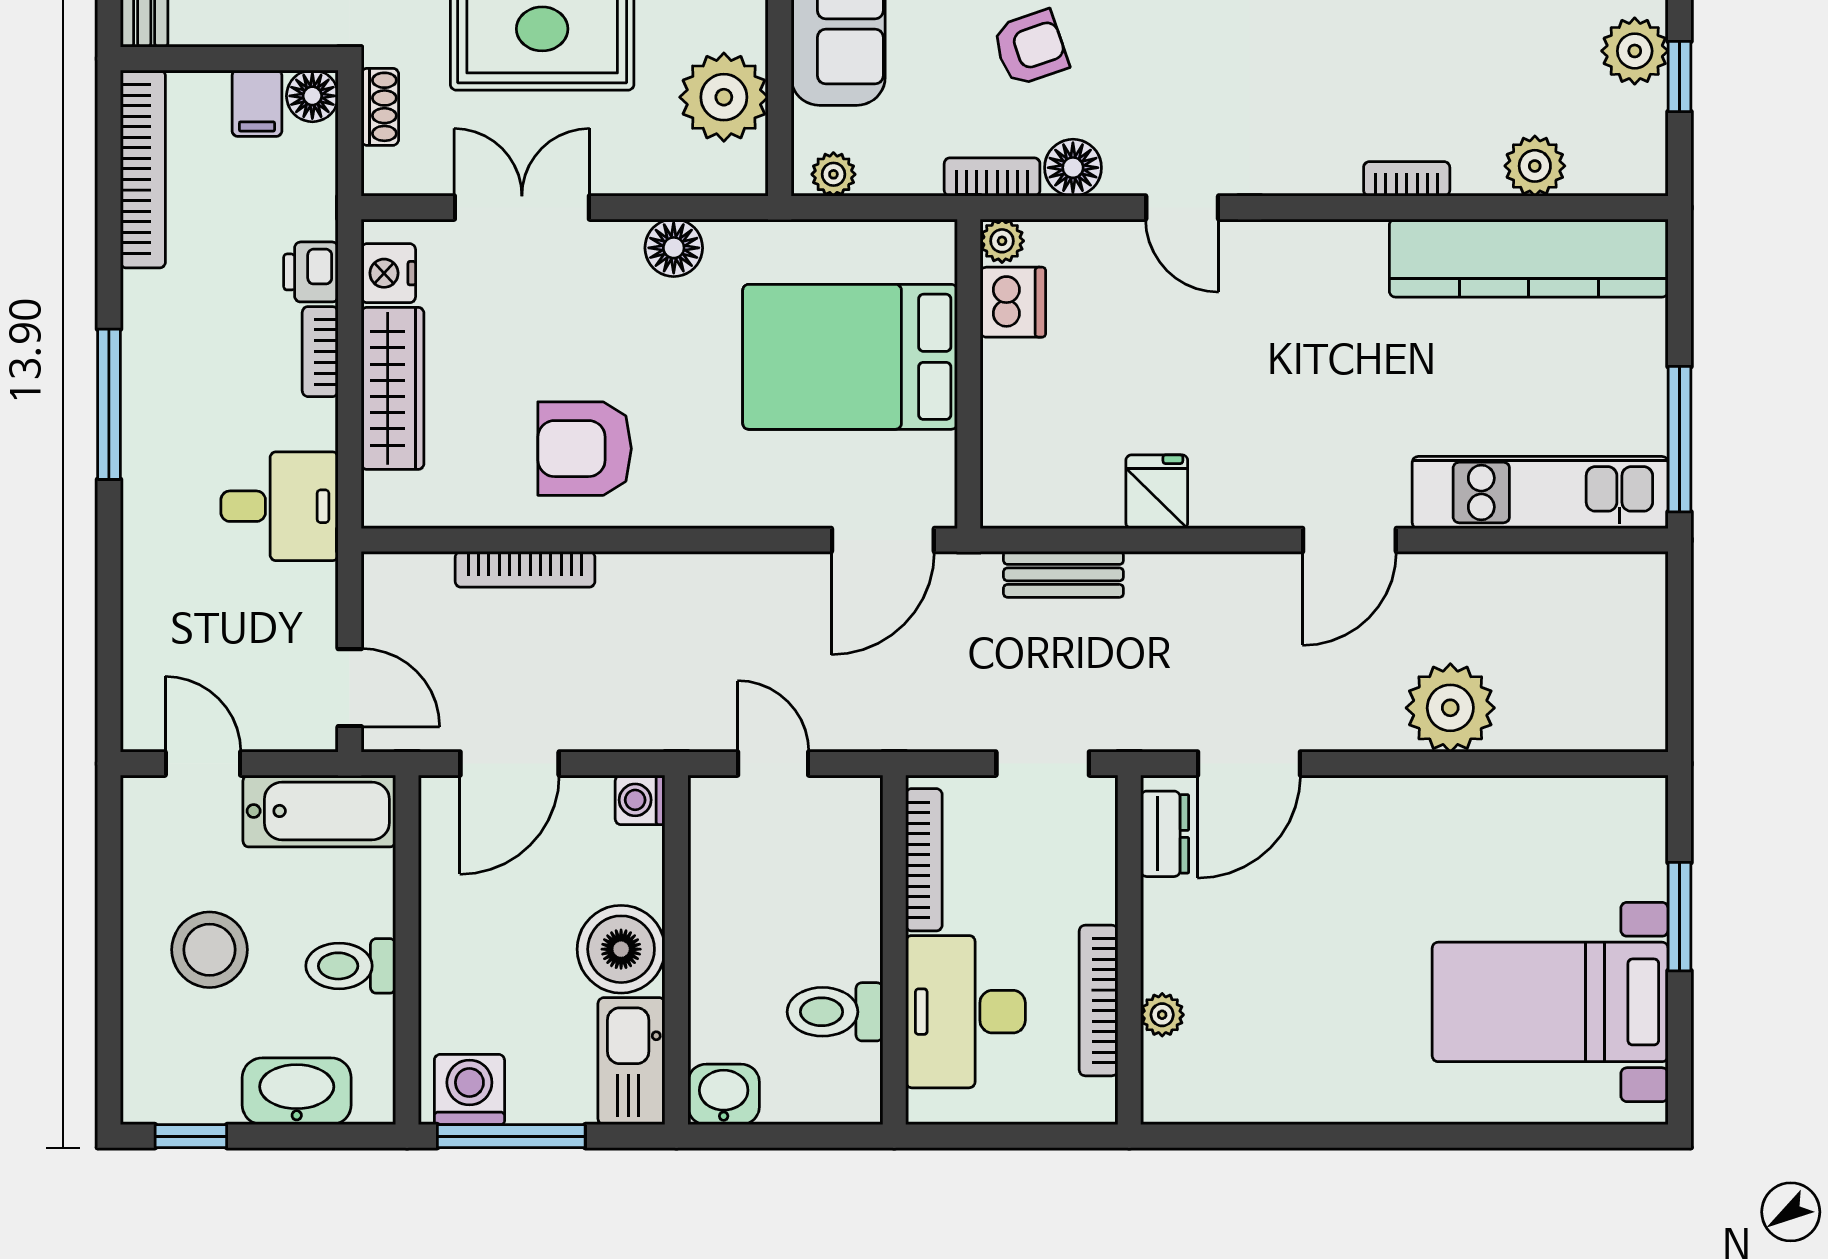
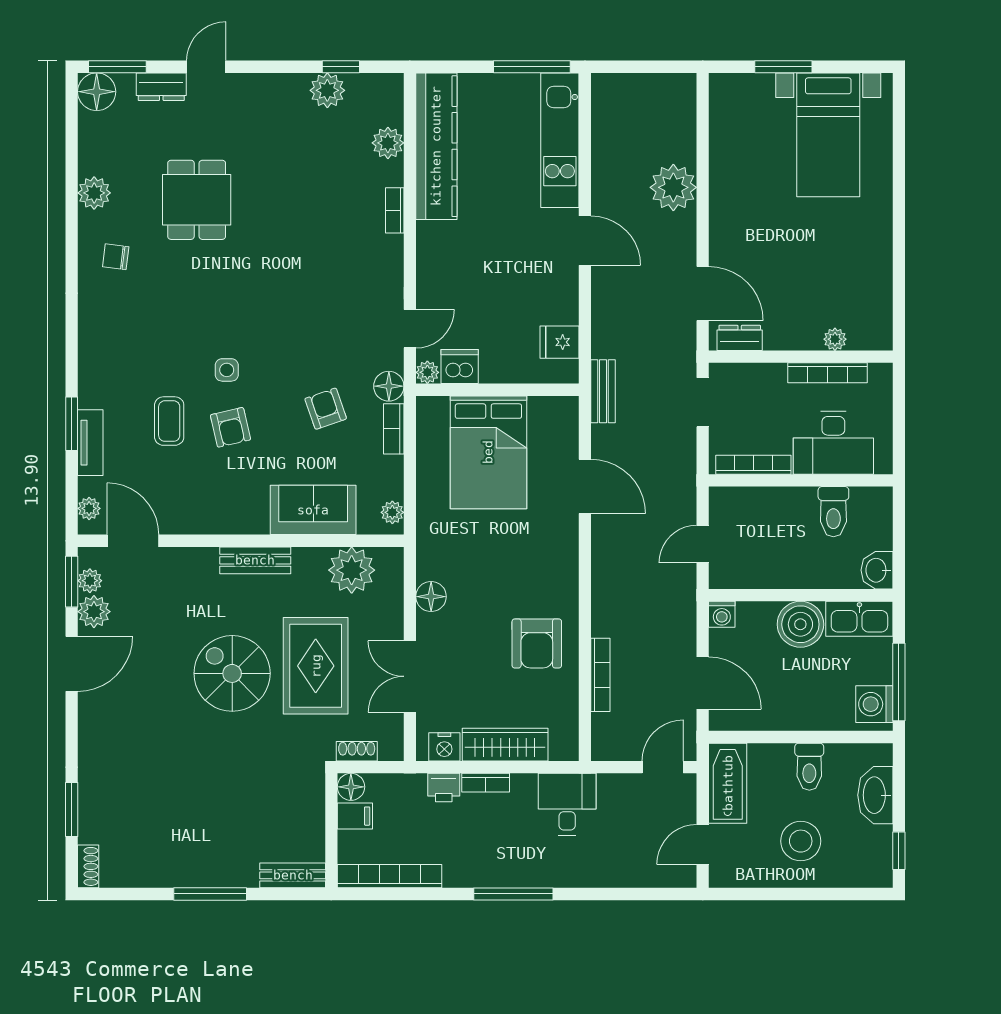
plant: (1002, 241) -> (427, 372), moved
dishwasher: (1013, 302) -> (460, 367), moved
bed: (850, 357) -> (488, 452), moved
wall: (969, 374) -> (497, 390), moved

